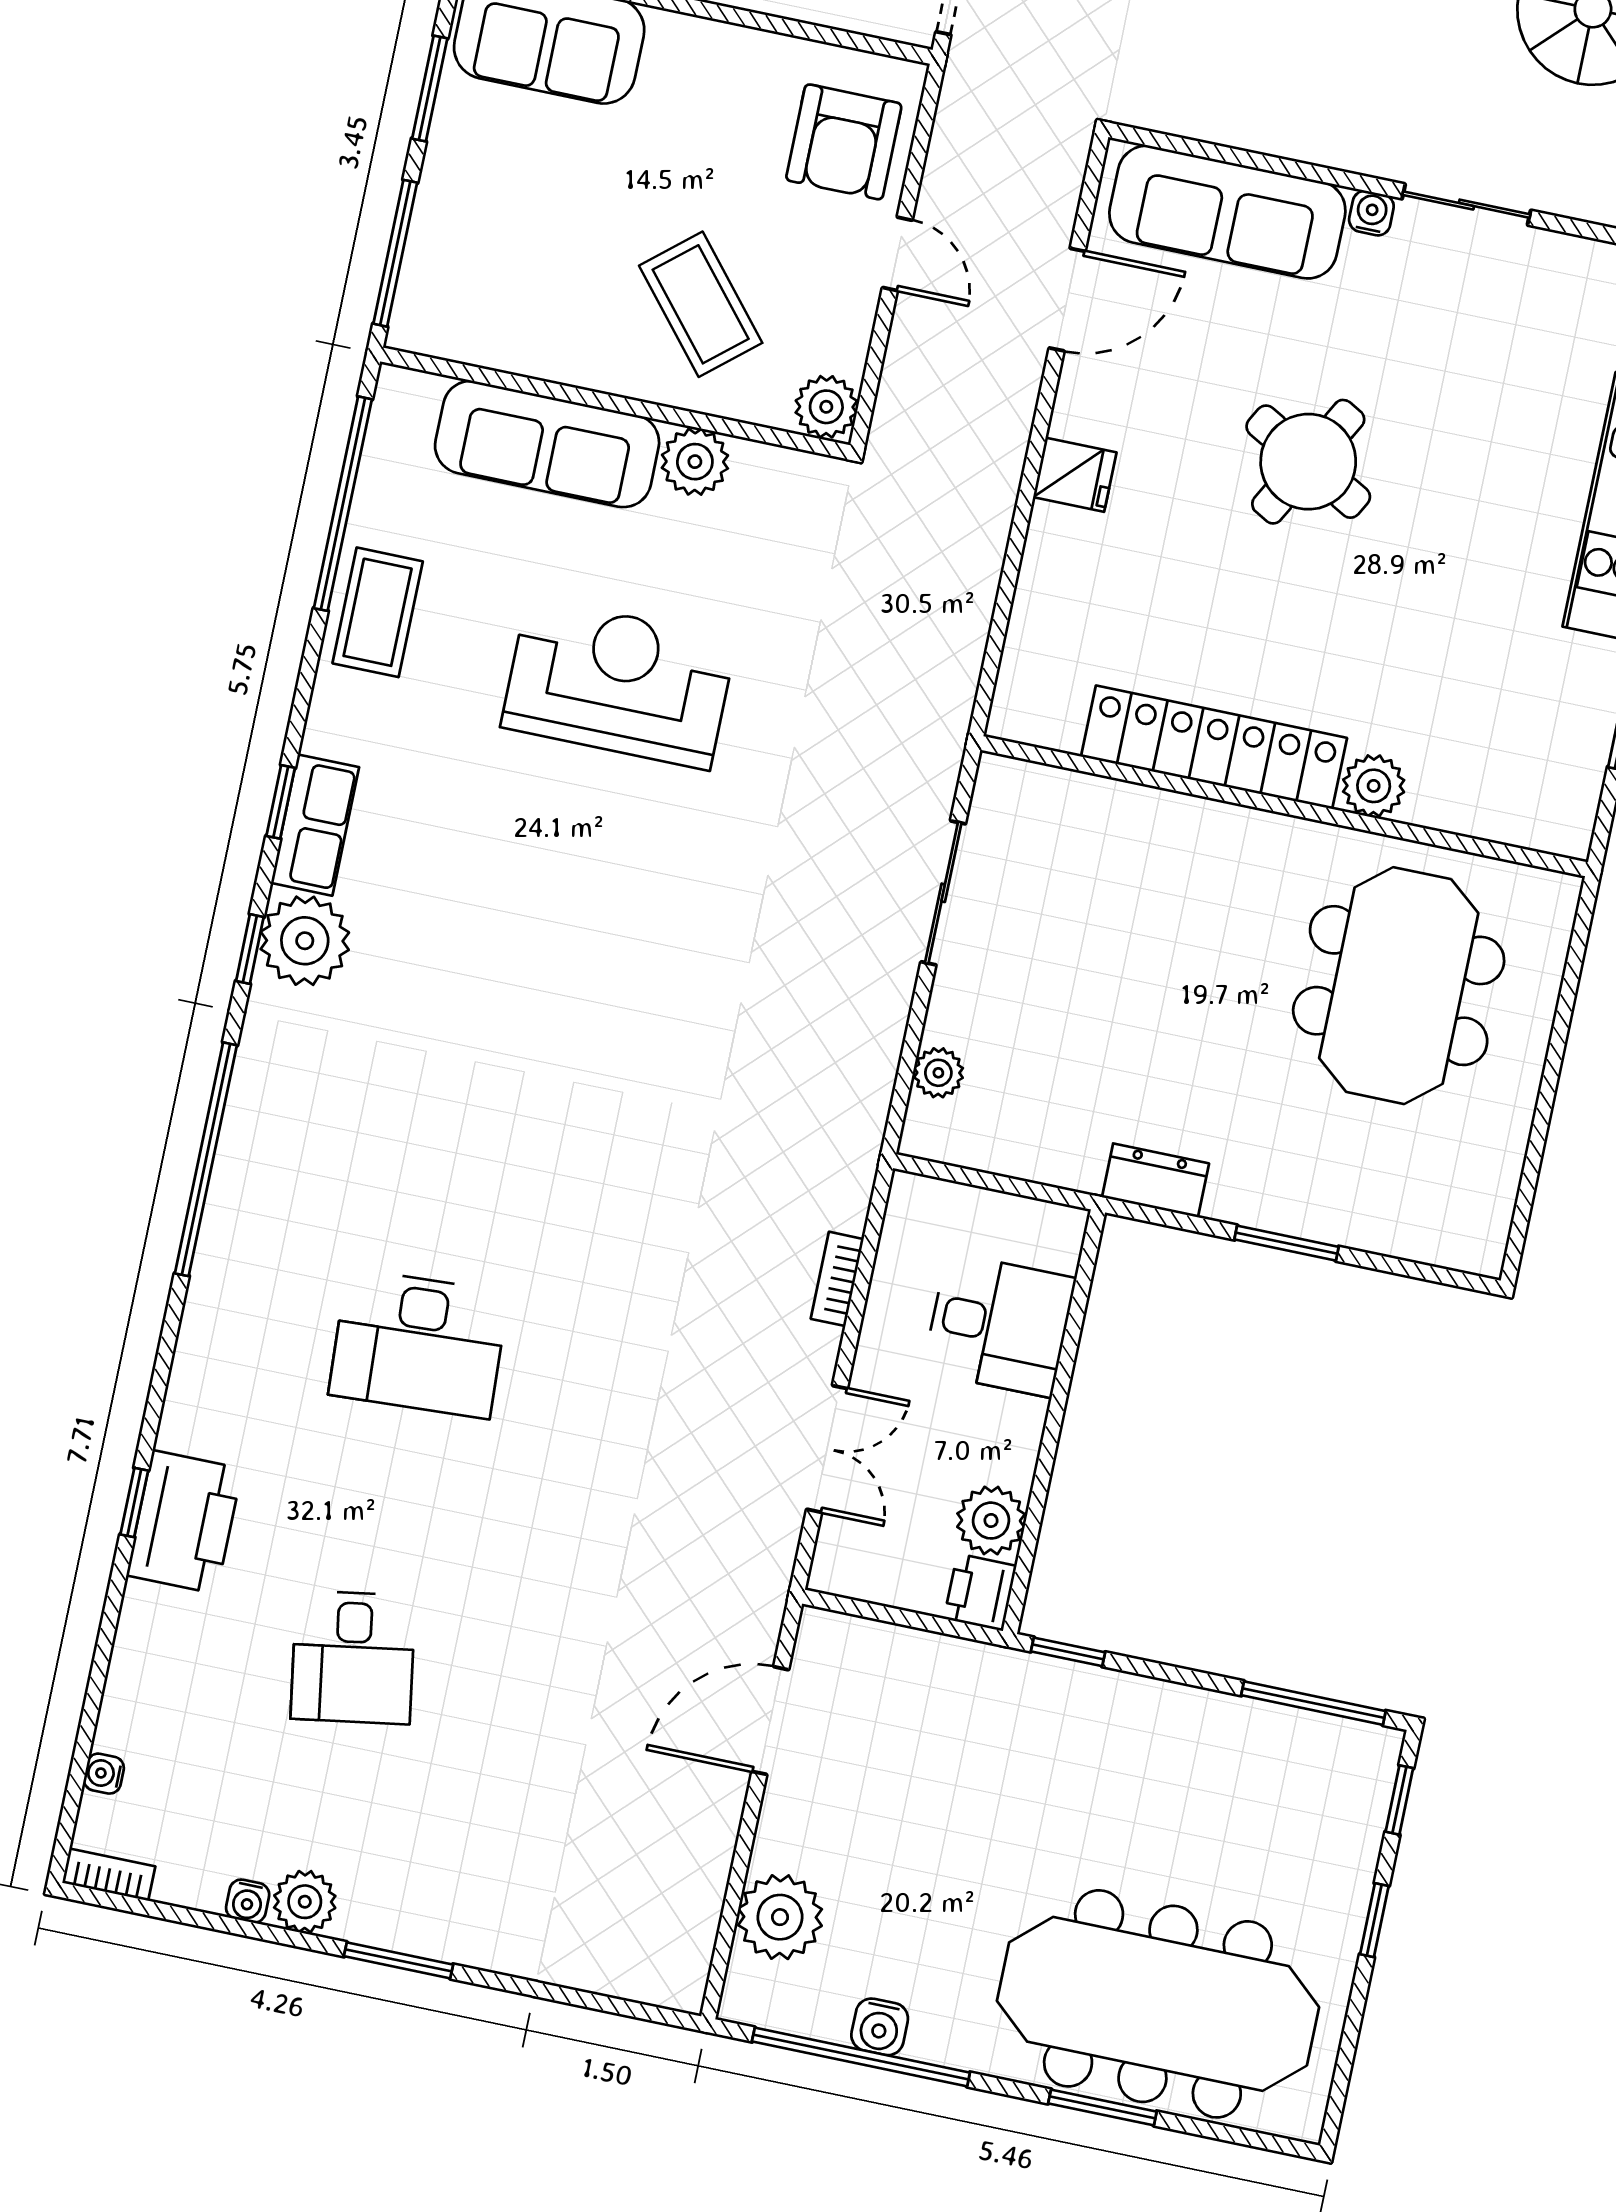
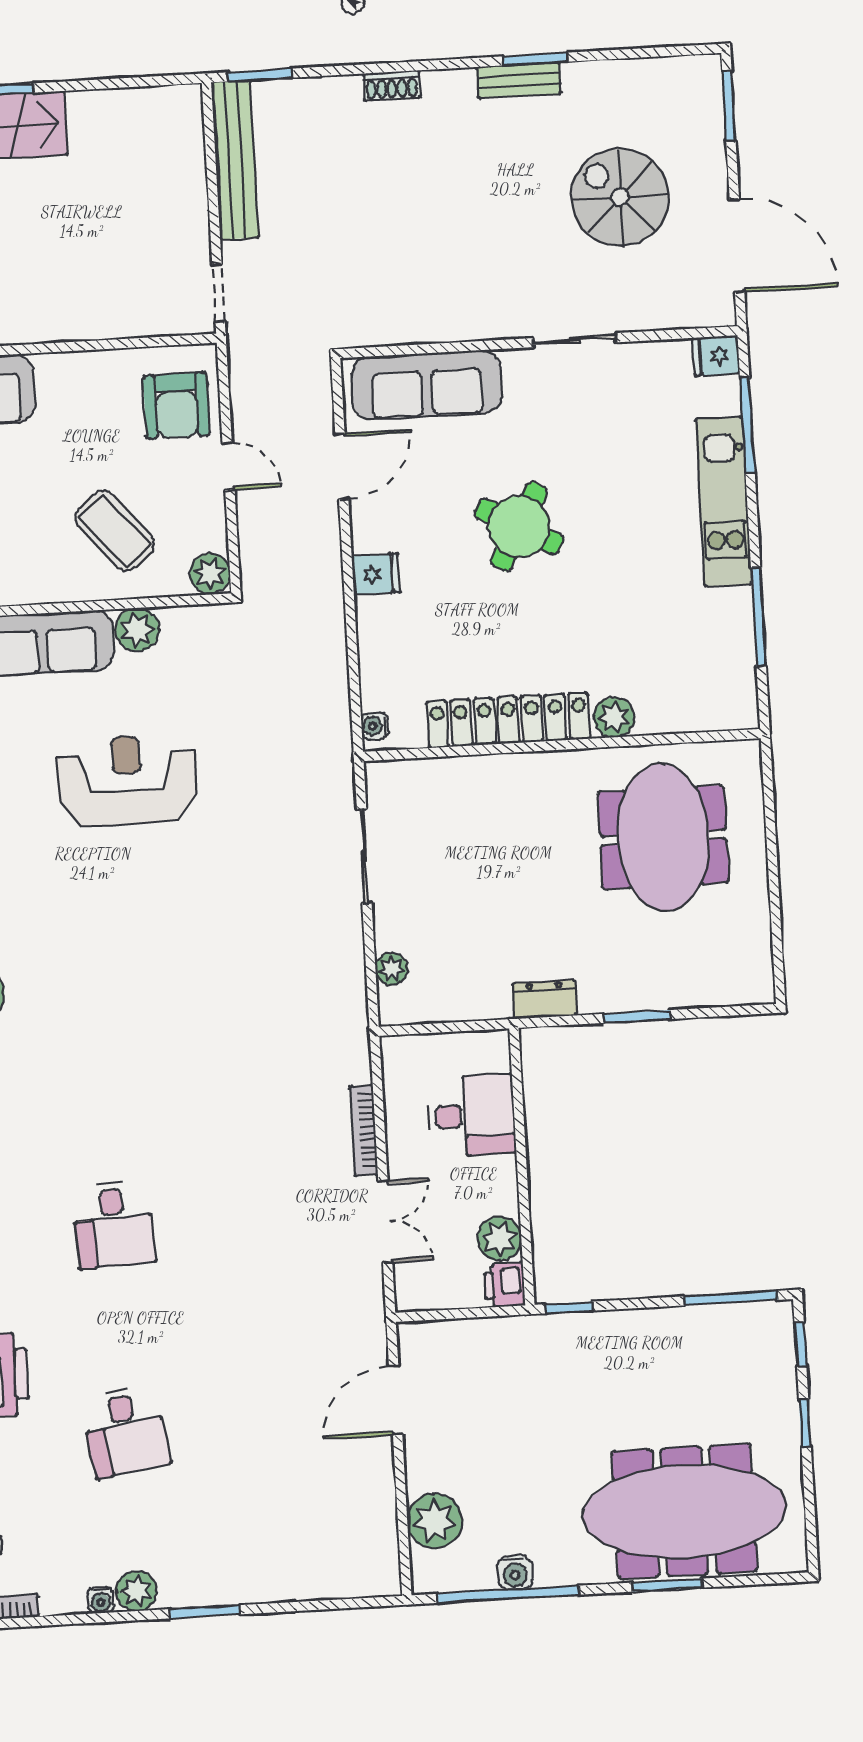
water cooler: (1371, 213) -> (375, 726), moved, turned -90
bookcase: (837, 1279) -> (364, 1130), width x1.56
desk: (419, 1343) -> (114, 1225), width x0.73

